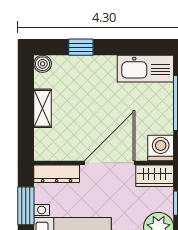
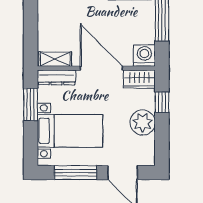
shelving: (43, 108) -> (55, 59), moved, turned 90
door: (110, 163) -> (101, 68), hinge flipped

